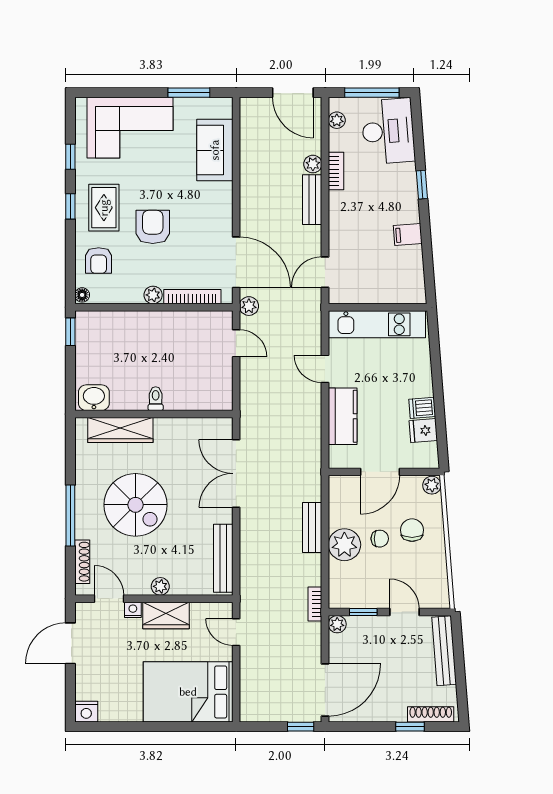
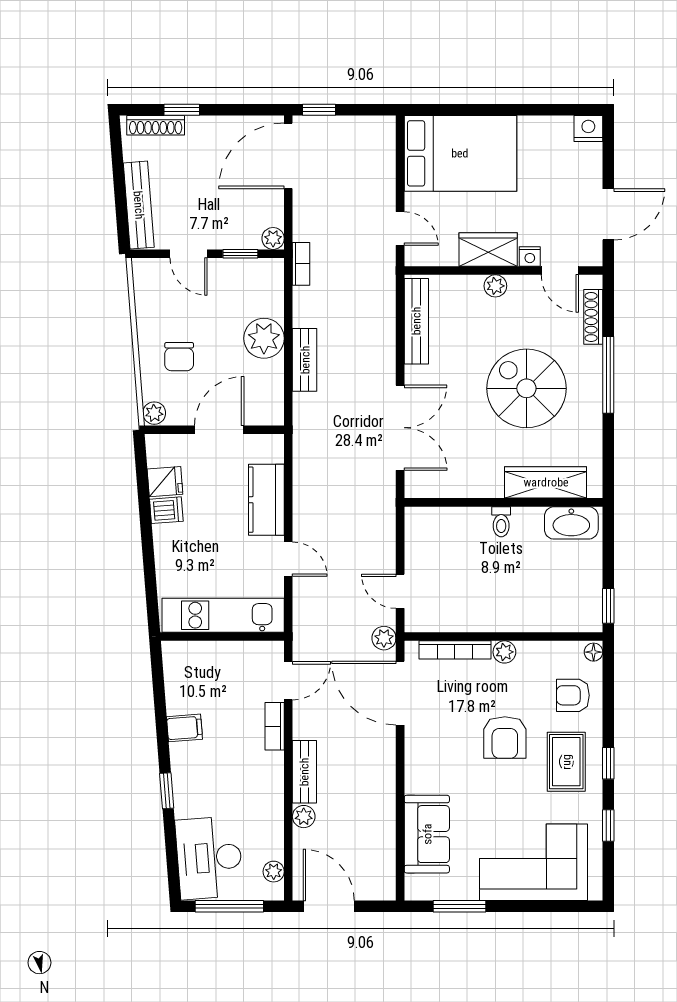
bookcase: (336, 171) -> (275, 726), moved
armchair: (99, 261) -> (573, 695), turned -90
washbasin: (94, 398) -> (571, 523), width x1.38
chair: (380, 539) -> (220, 346), removed

